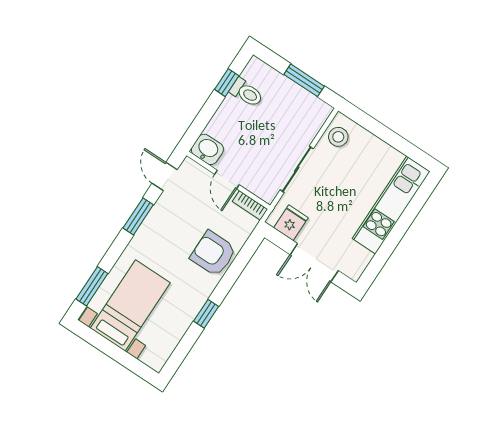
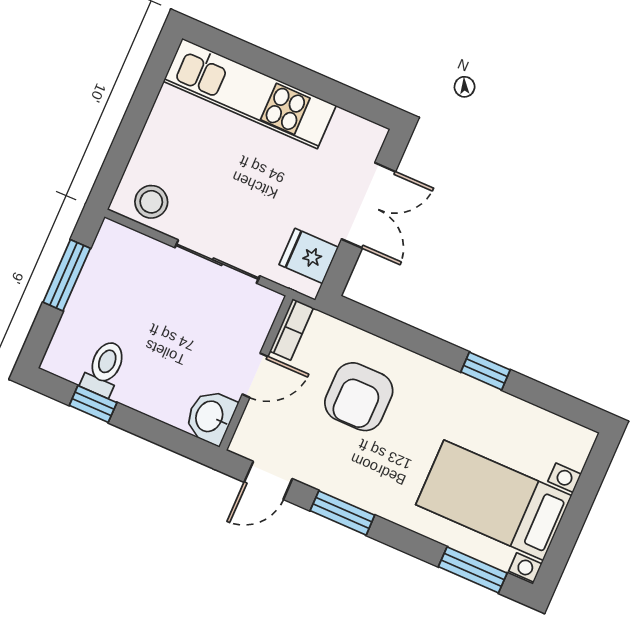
armchair: (213, 254) -> (359, 397), moved

